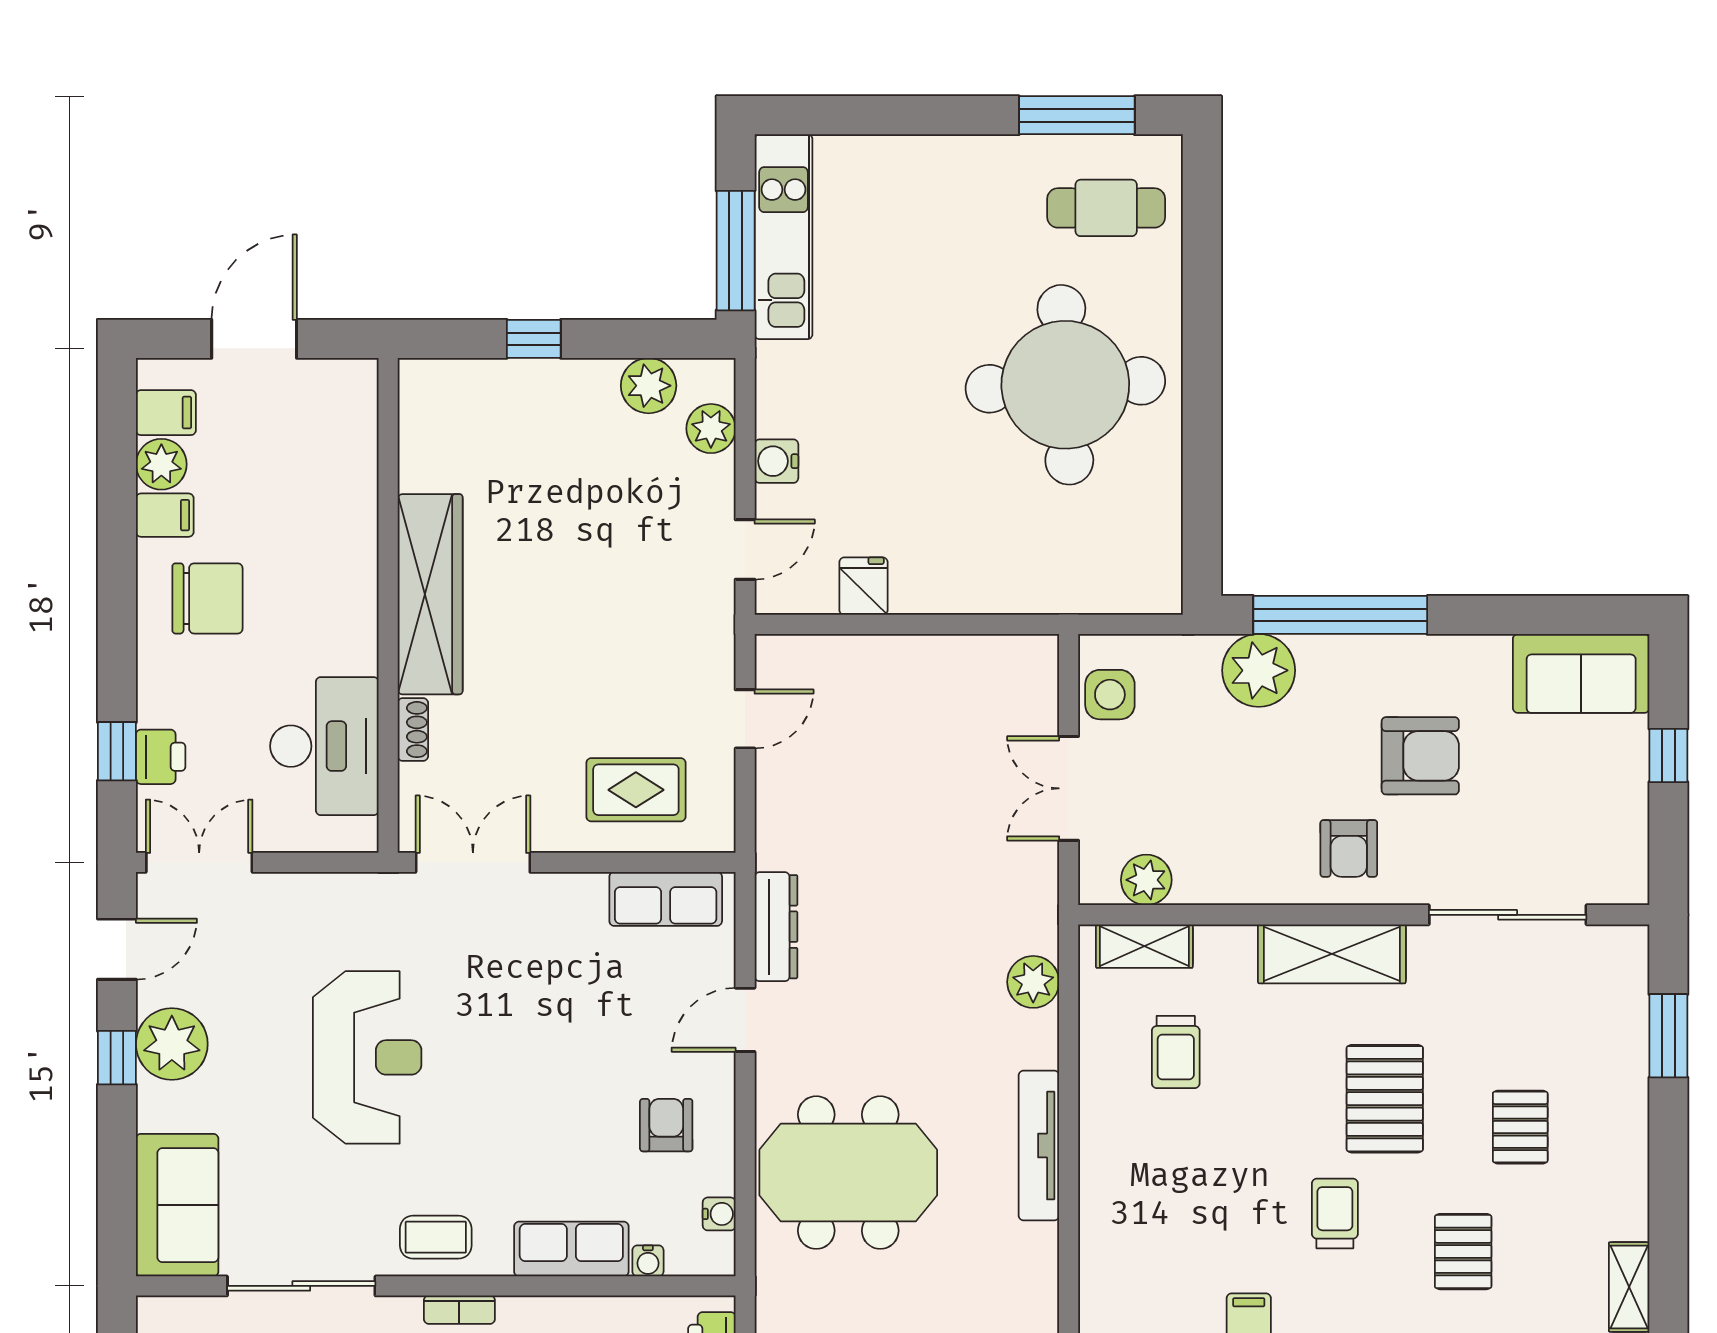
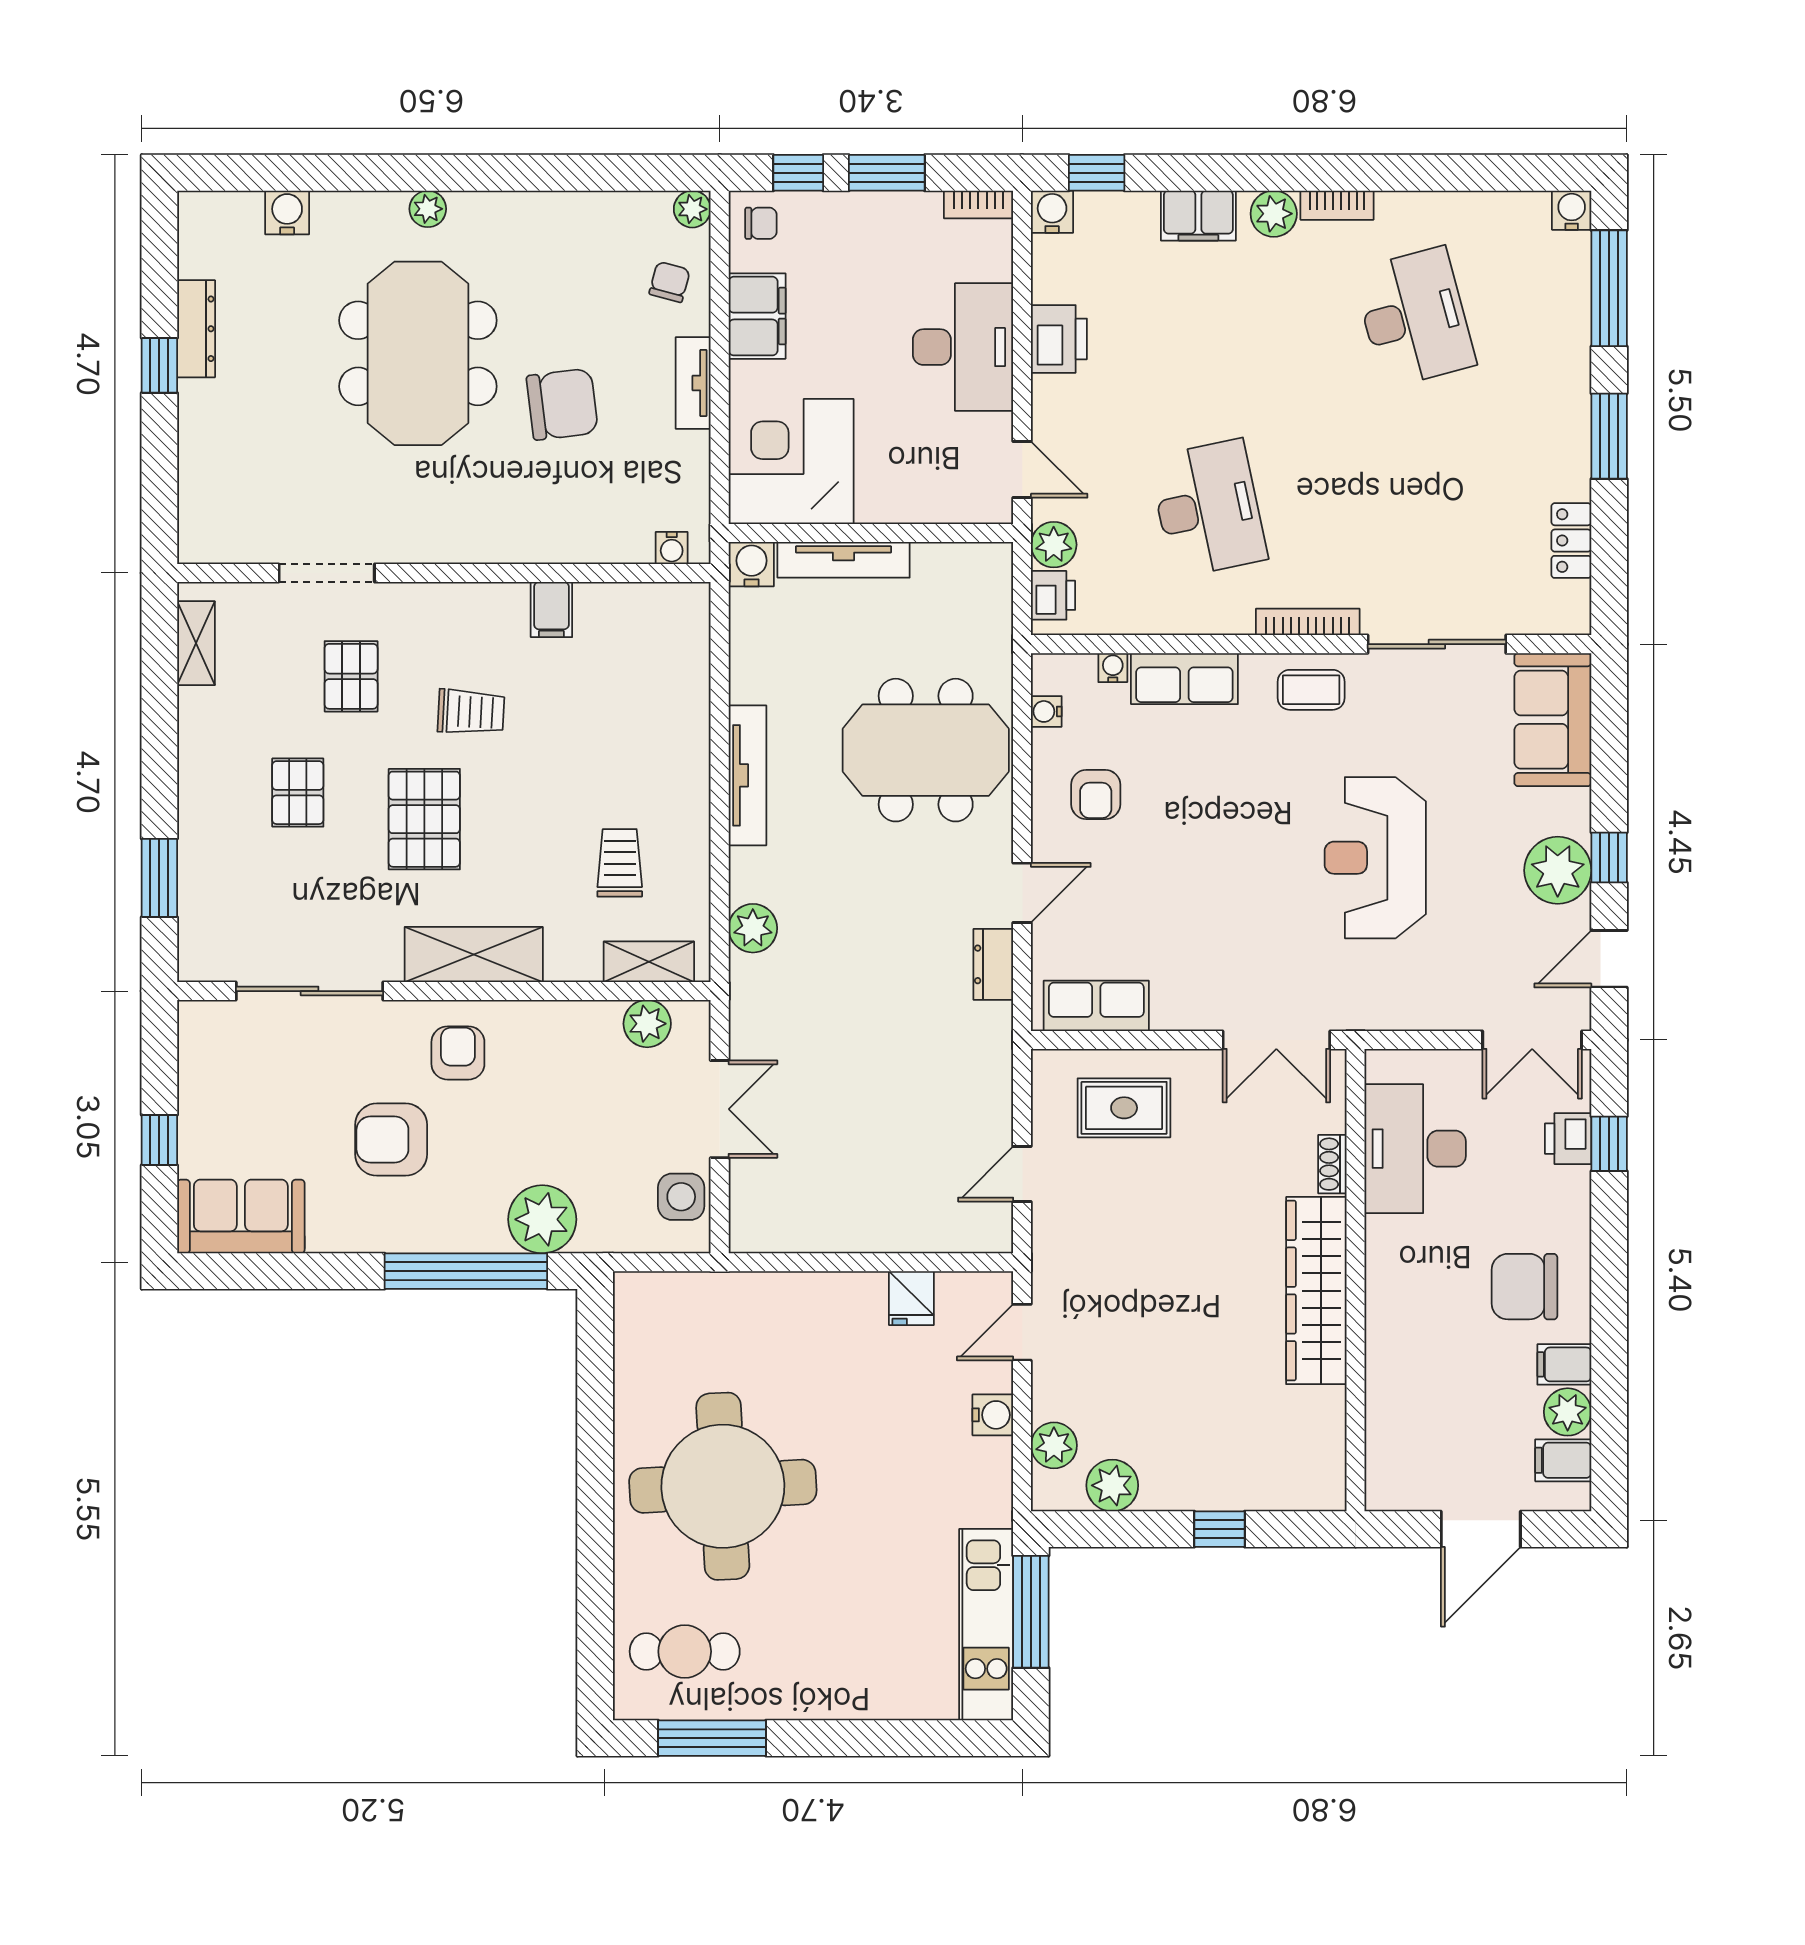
dresser: (776, 927) -> (993, 964), width x0.70
trolley: (1335, 1214) -> (471, 712), turned -87
bookcase: (459, 1310) -> (1308, 622), width x1.56

